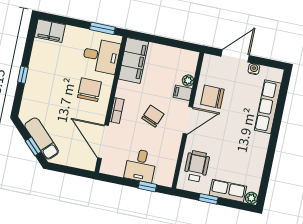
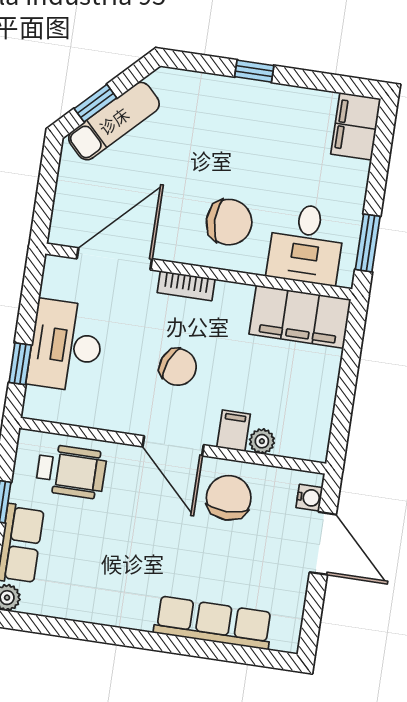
water cooler: (254, 69) -> (309, 498), moved
desk: (141, 166) -> (66, 346), width x1.37

